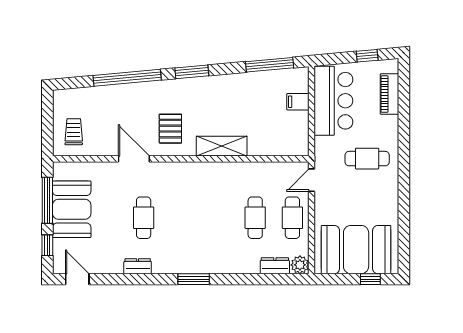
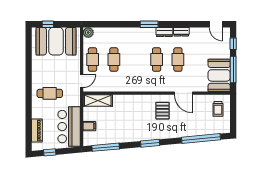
window: (127, 78) -> (201, 139), moved
shelving: (222, 146) -> (98, 101), moved
booth: (72, 209) -> (219, 75), moved
cafe table: (181, 218) -> (157, 59), added
dresser: (275, 266) -> (164, 32), moved

